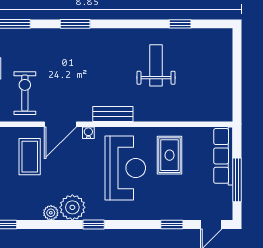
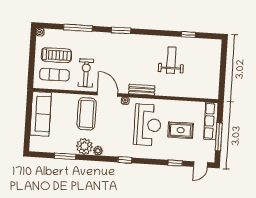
door: (60, 124) -> (108, 94), swing flipped
rug: (170, 155) -> (181, 130), moved, turned 90
coffee table: (30, 157) -> (87, 114), width x1.36, depth x1.32
plant: (72, 207) -> (84, 146), moved

